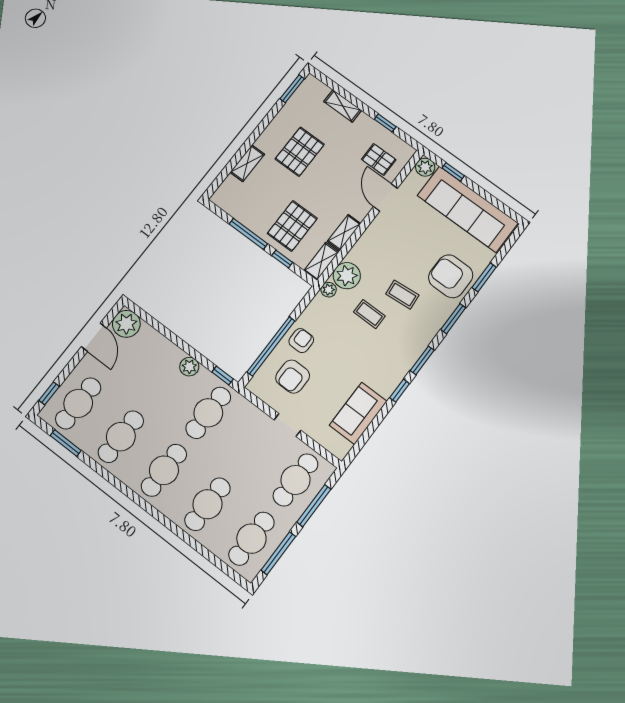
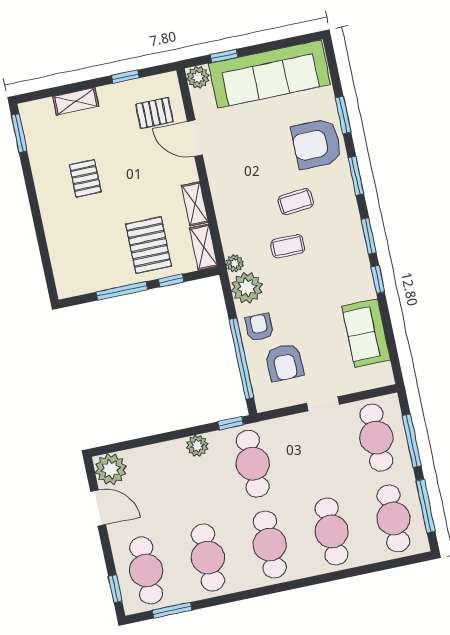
pallet: (300, 152) -> (85, 178), width x0.67, depth x0.71
shelving: (247, 163) -> (55, 235), removed
plant: (347, 276) -> (247, 288), moved

